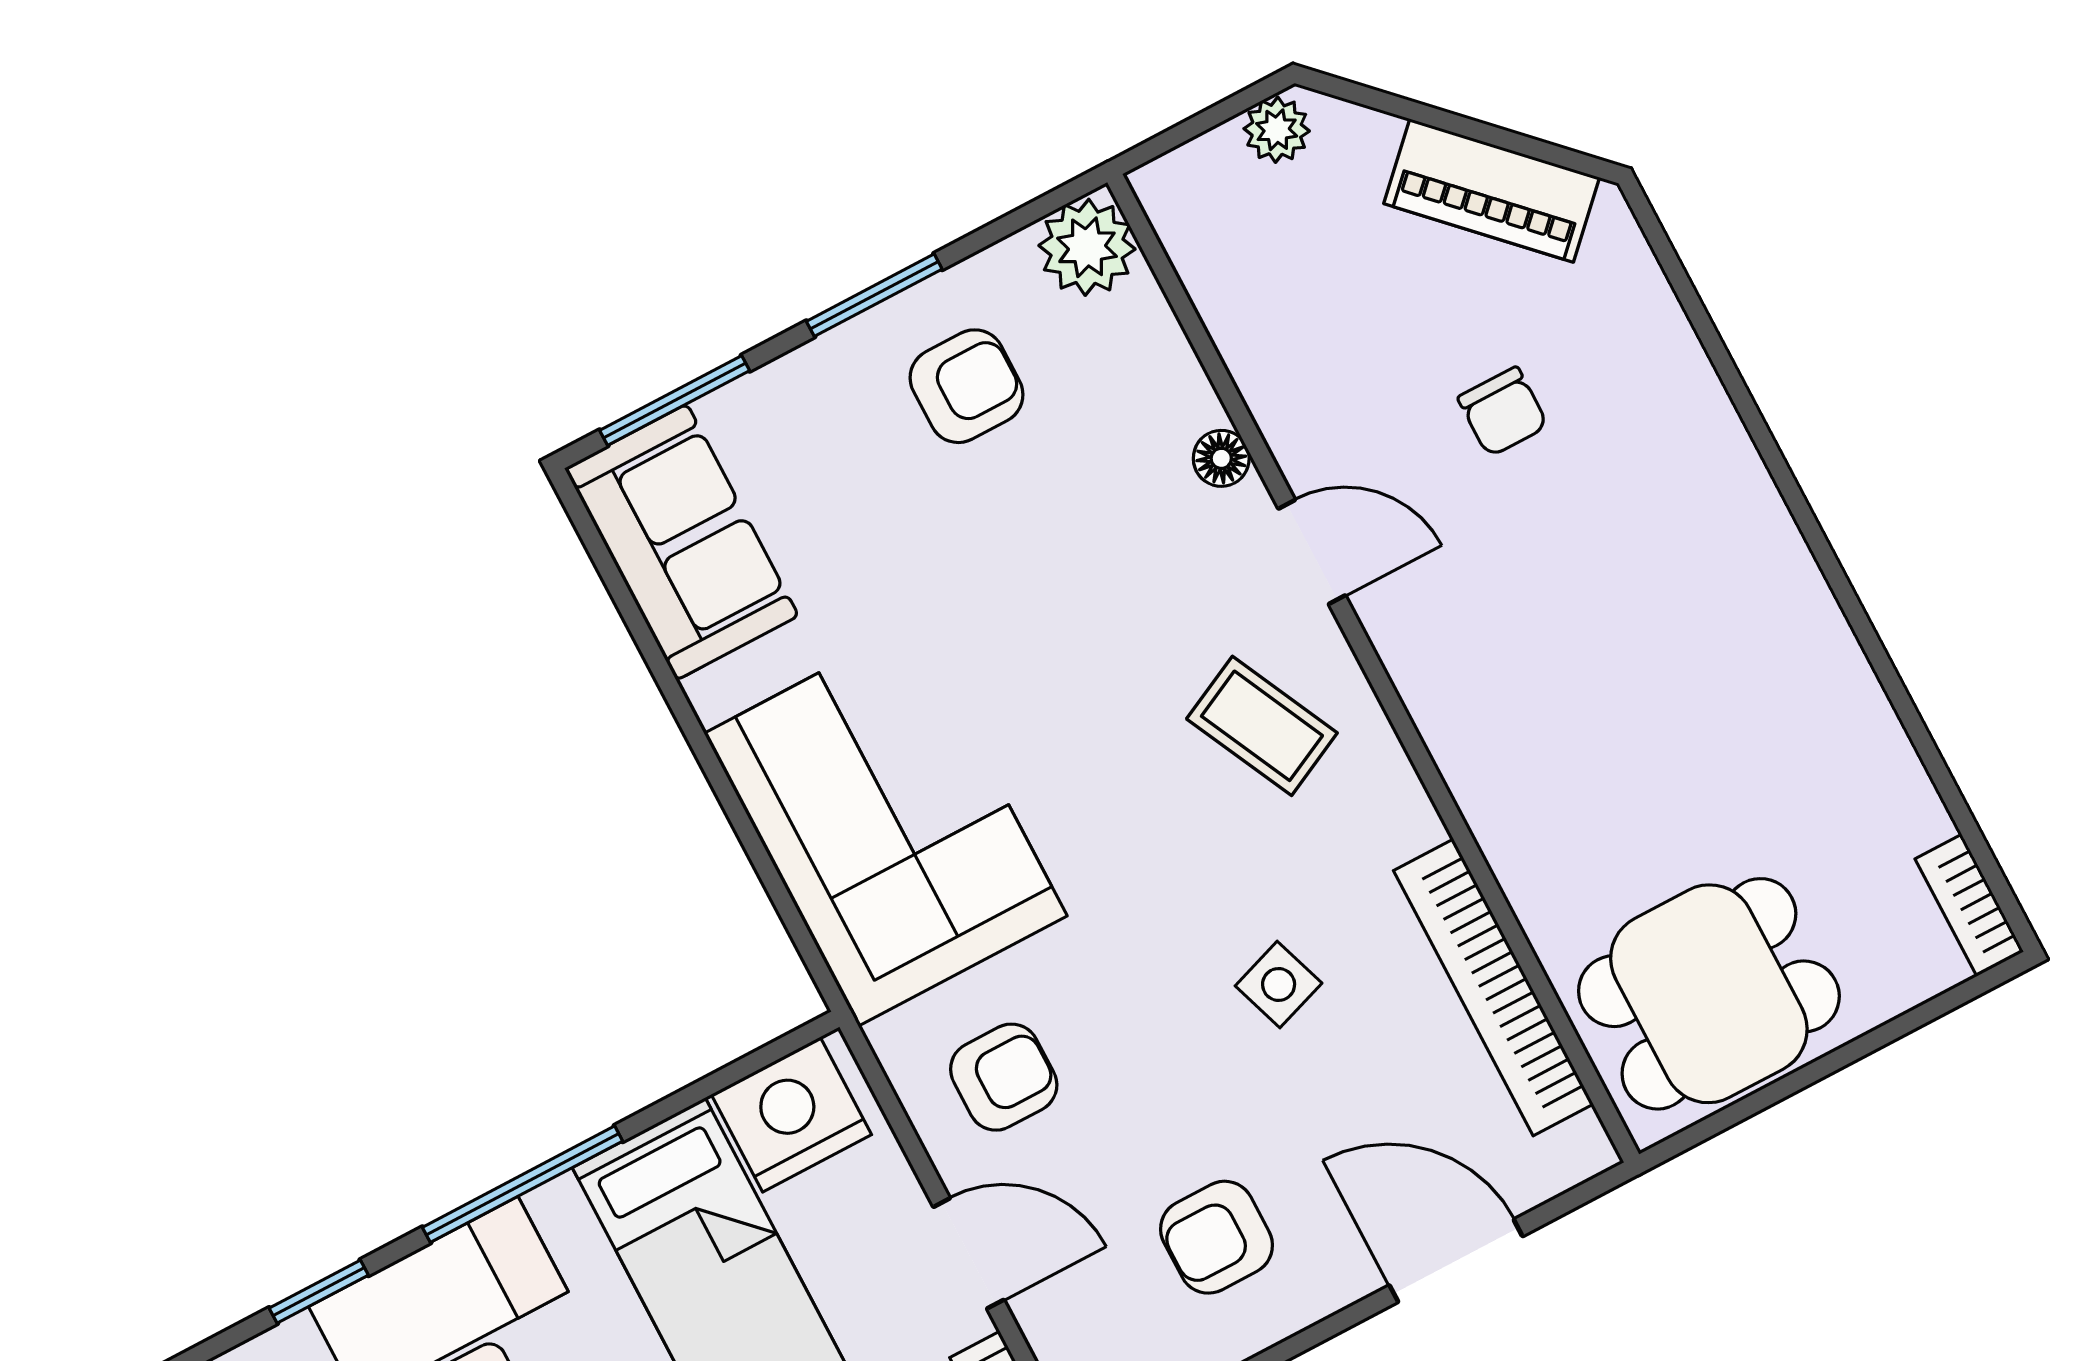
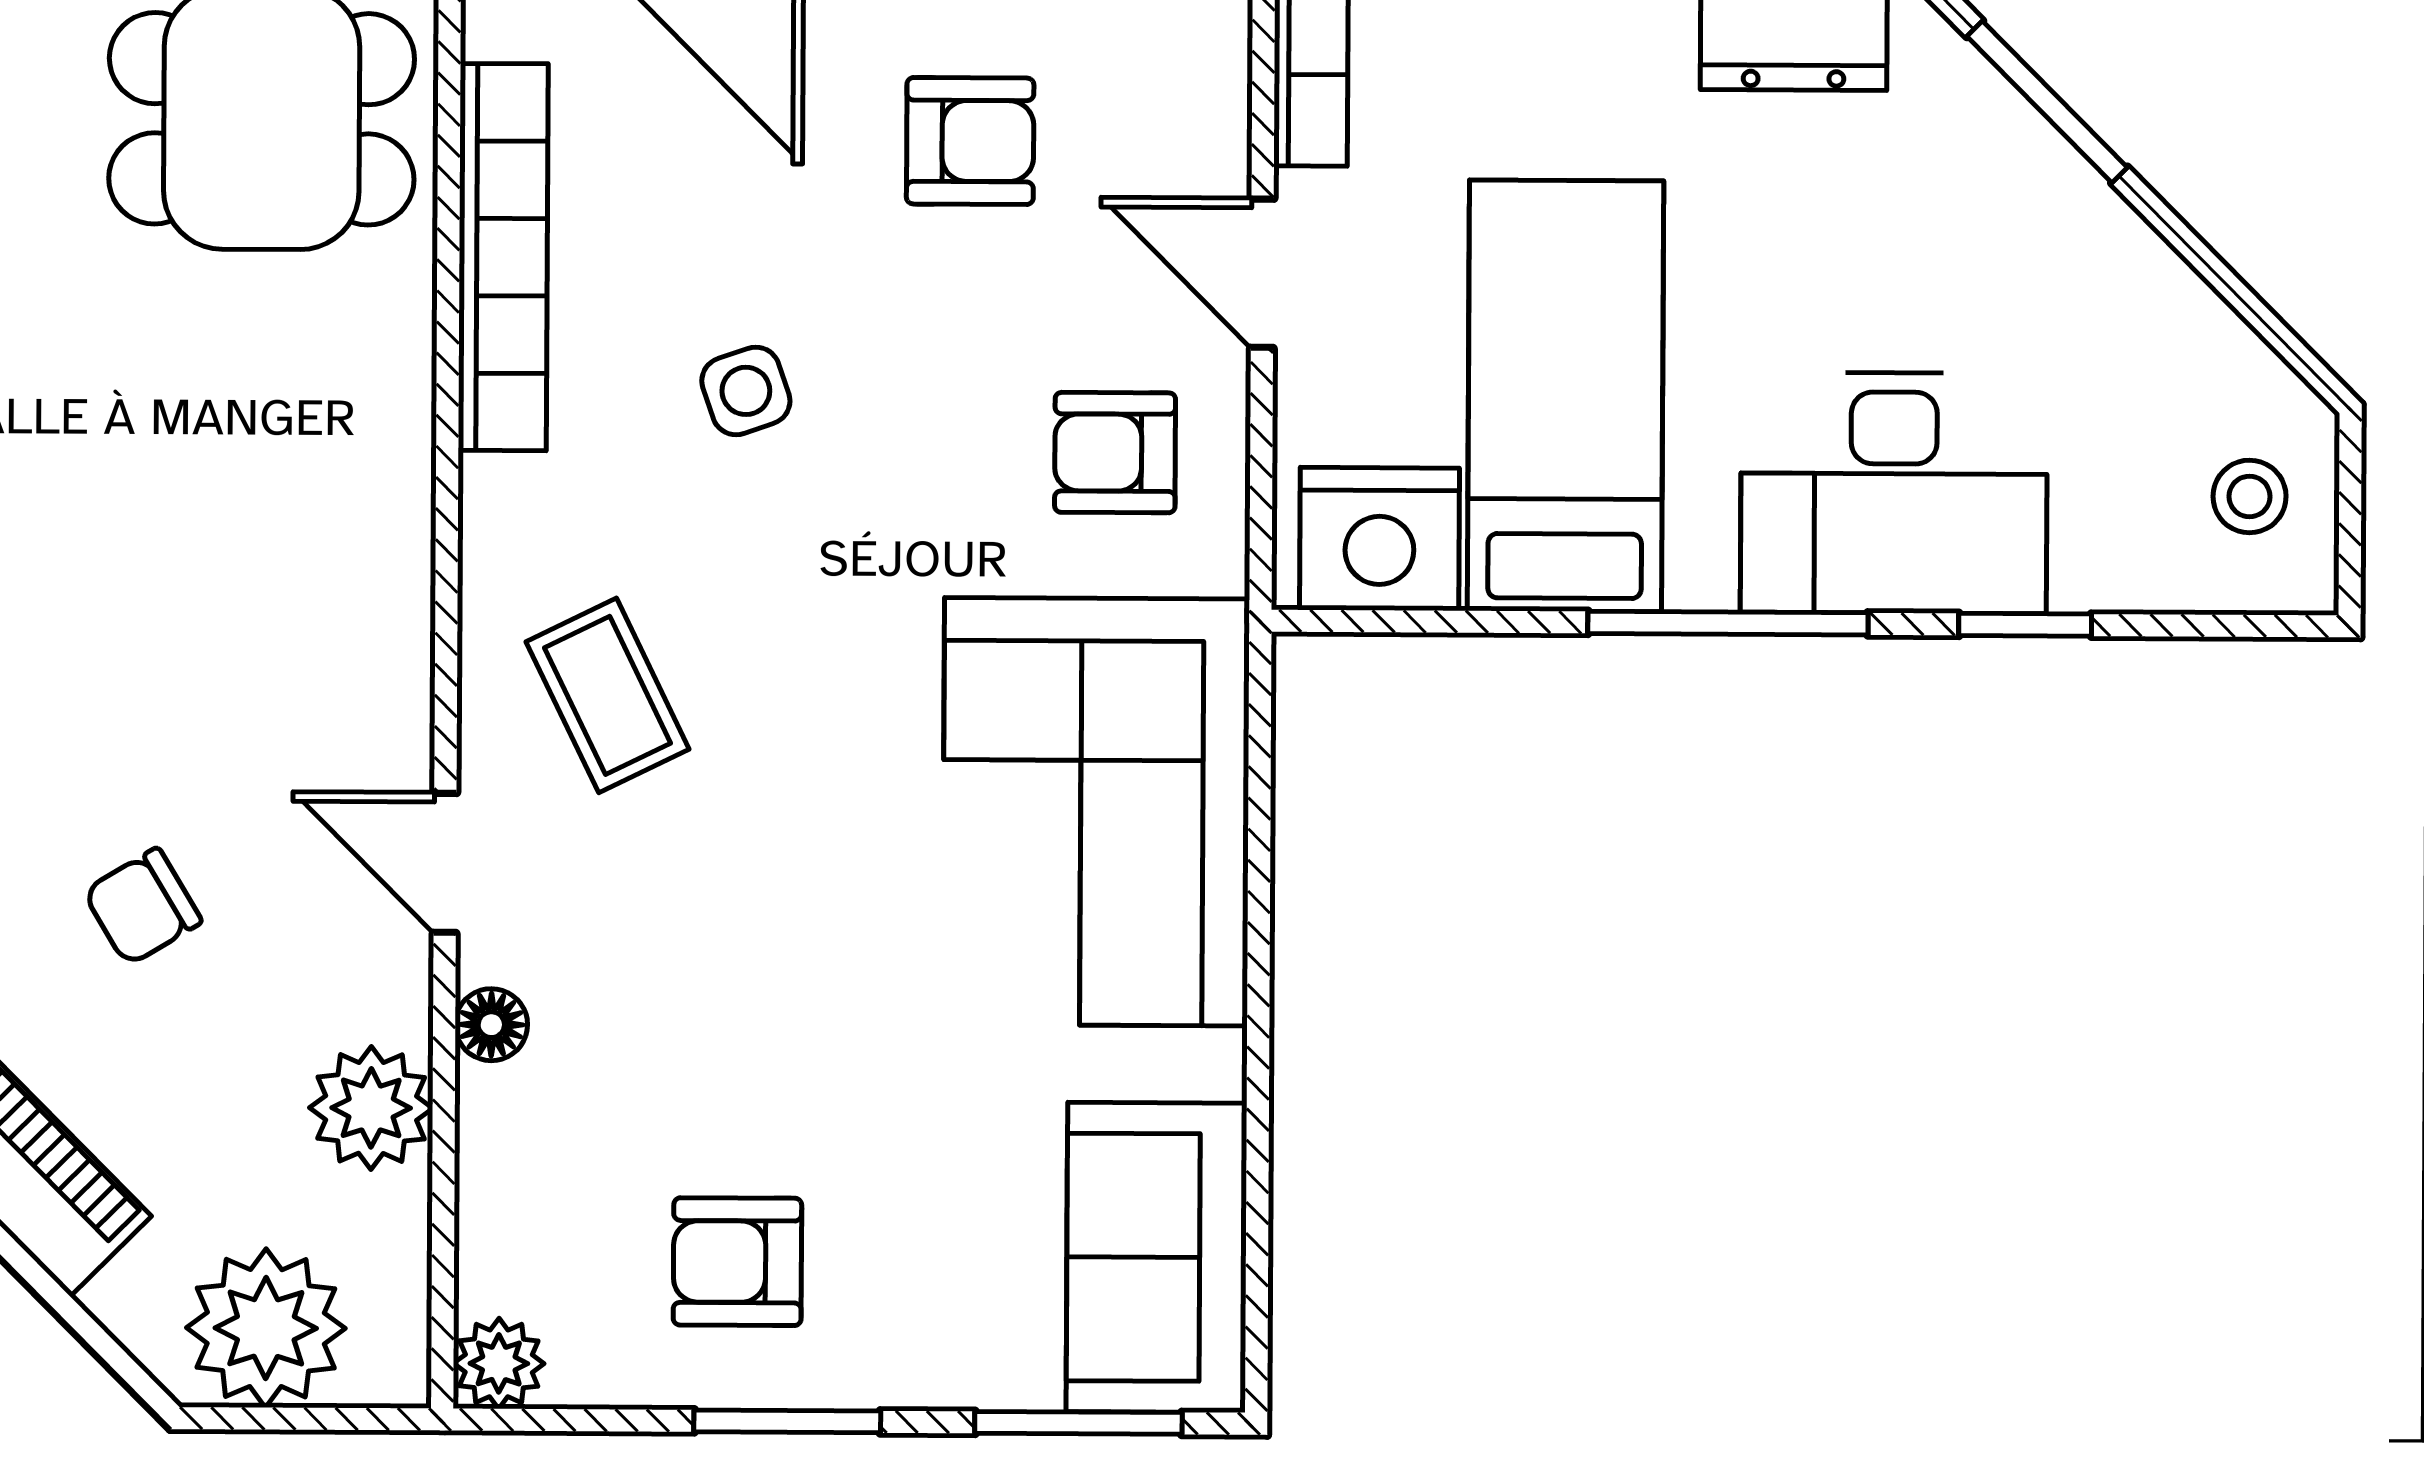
plant: (1277, 130) -> (266, 1328), width x1.87, depth x1.87
plant: (1087, 247) -> (499, 1363), width x0.73, depth x0.73
plant: (1273, 358) -> (371, 1108), added
chair: (1503, 412) -> (142, 907), turned -121

